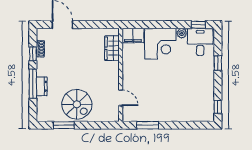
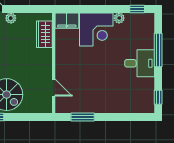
plant: (81, 33) -> (11, 18), added
desk: (200, 42) -> (140, 63), moved, turned 90
window: (218, 63) -> (158, 50), width x2.17

